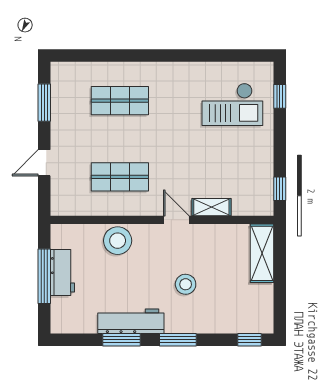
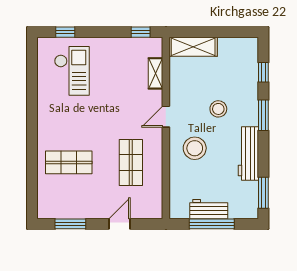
shop shelf: (120, 101) -> (69, 162), turned 90
door: (44, 163) -> (119, 224), swing flipped
shelving: (211, 207) -> (156, 73), moved
stool: (118, 241) -> (195, 148), moved
window: (122, 340) -> (263, 193), moved
window: (250, 340) -> (263, 72), moved

